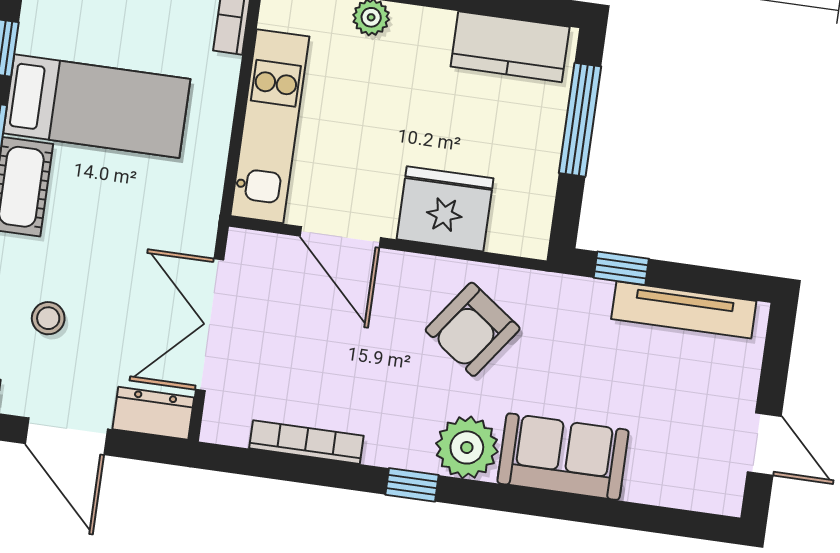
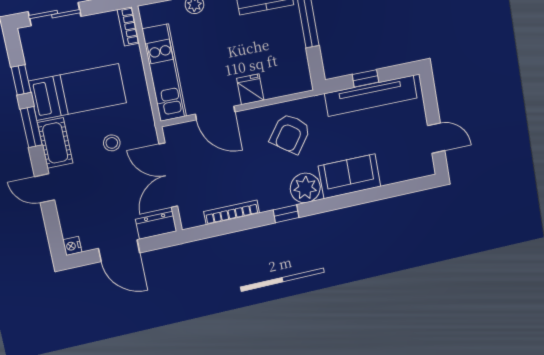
fridge: (445, 209) -> (250, 89), width x0.53, depth x0.75
window: (621, 268) -> (365, 78), moved
tv unit: (684, 310) -> (371, 96), width x1.36, depth x1.29
stool: (48, 318) -> (112, 143), moved

